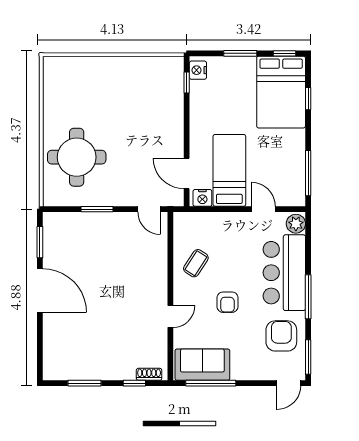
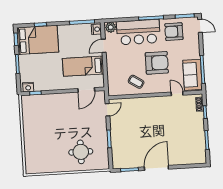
round table: (77, 157) -> (81, 152), width x0.73, depth x0.73
nightstand: (202, 198) -> (96, 29), moved
armchair: (227, 302) -> (157, 63), width x1.88, depth x1.88
door: (170, 317) -> (177, 94), moved

